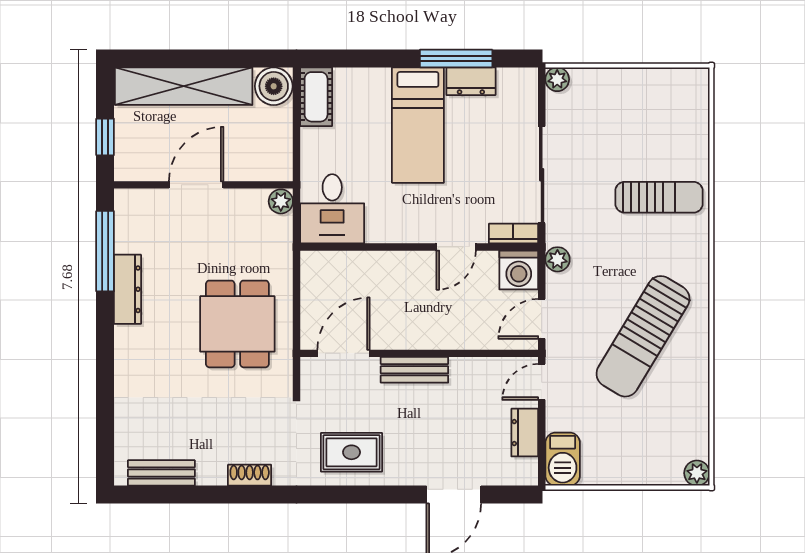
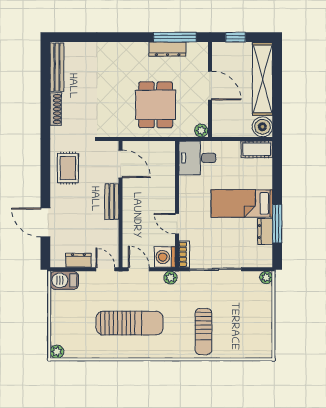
dresser: (127, 289) -> (168, 49), moved
dining table: (237, 324) -> (156, 105), moved, turned 90
sun lounger: (643, 336) -> (130, 323), turned 149
bench: (161, 473) -> (57, 67), width x1.36
shoe rack: (250, 475) -> (56, 109), width x1.43

